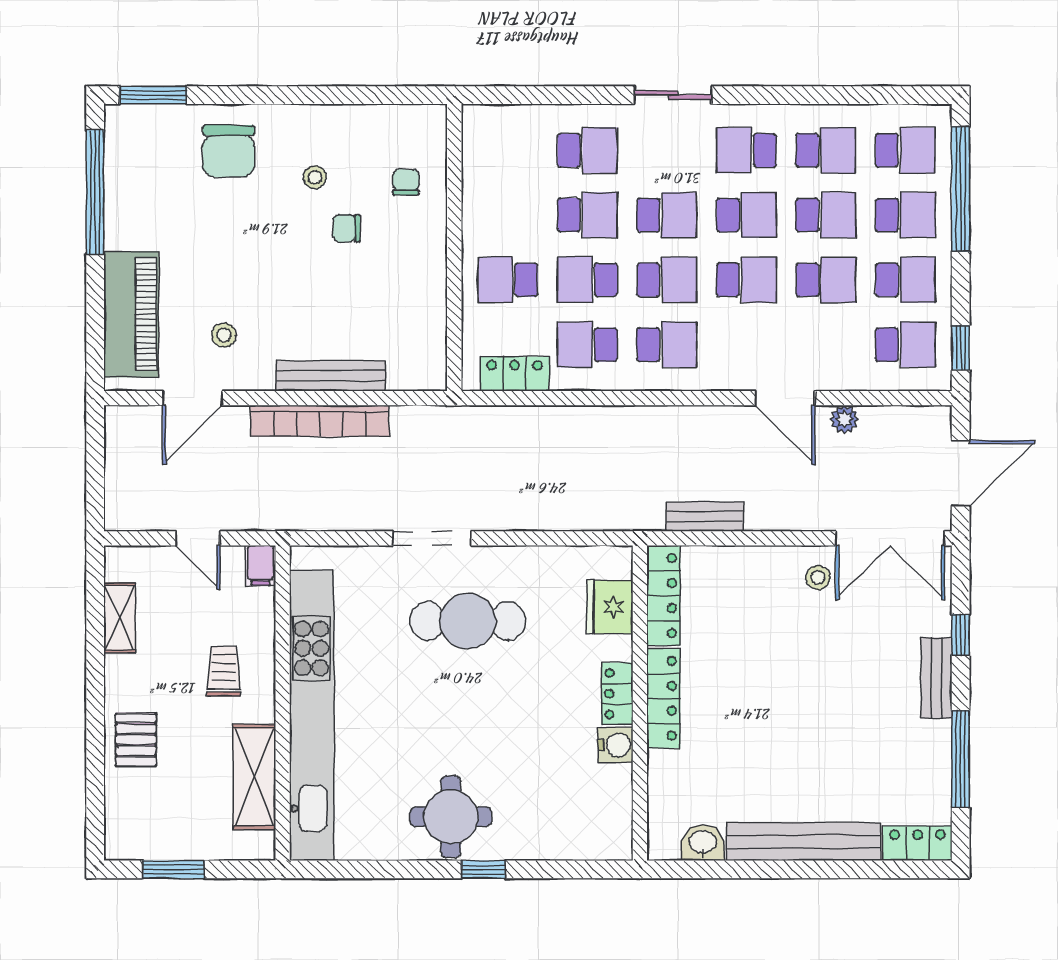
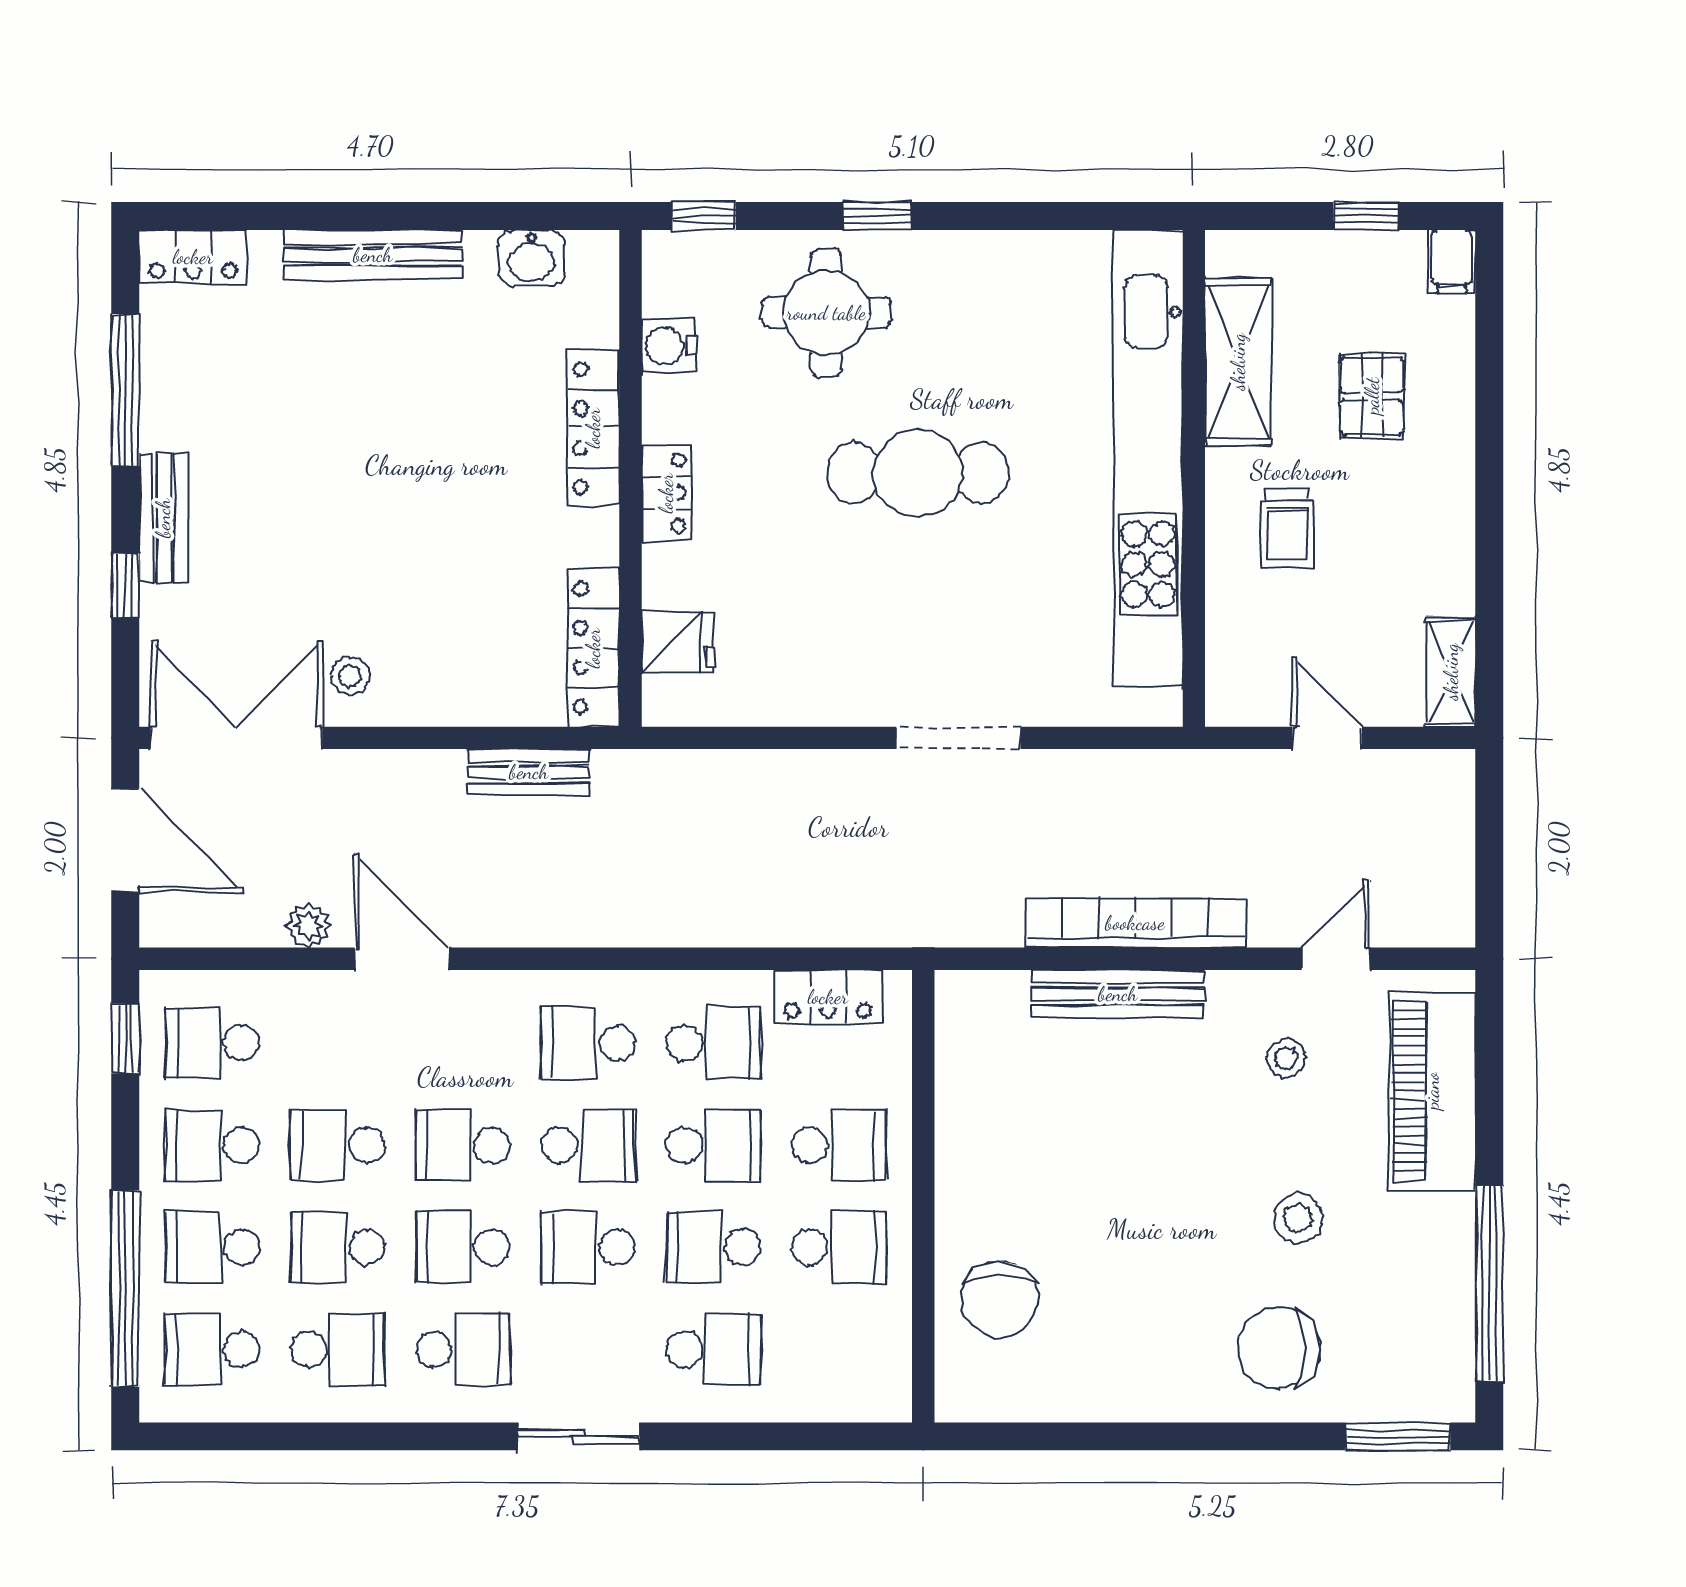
school desk: (587, 150) -> (714, 1349), turned 180
school desk: (826, 150) -> (338, 1349), turned 180
chair: (229, 151) -> (1279, 1348), turned -90
stool: (315, 177) -> (1298, 1218), moved, width x1.37, depth x1.37
chair: (406, 182) -> (999, 1299), width x1.87, depth x1.87
school desk: (508, 215) -> (839, 1247), added
chair: (347, 228) -> (1093, 1226), removed
school desk: (667, 280) -> (588, 1145), turned 180
door: (192, 398) -> (1336, 959), width x0.73
door: (961, 473) -> (125, 840), swing flipped
filing cabinet: (260, 565) -> (1452, 261), moved, turned 180
fridge: (610, 607) -> (678, 641), width x0.72
shelving: (120, 618) -> (1451, 672), moved
cafe table: (468, 621) -> (918, 473), moved
locker: (664, 698) -> (593, 428), moved
pallet: (136, 740) -> (1372, 396), moved
water cooler: (616, 745) -> (669, 346), moved
round table: (451, 817) -> (826, 313), moved
bench: (804, 842) -> (373, 255), width x0.73, depth x0.82
window: (174, 869) -> (1366, 216), width x0.67
window: (594, 869) -> (703, 216), added

